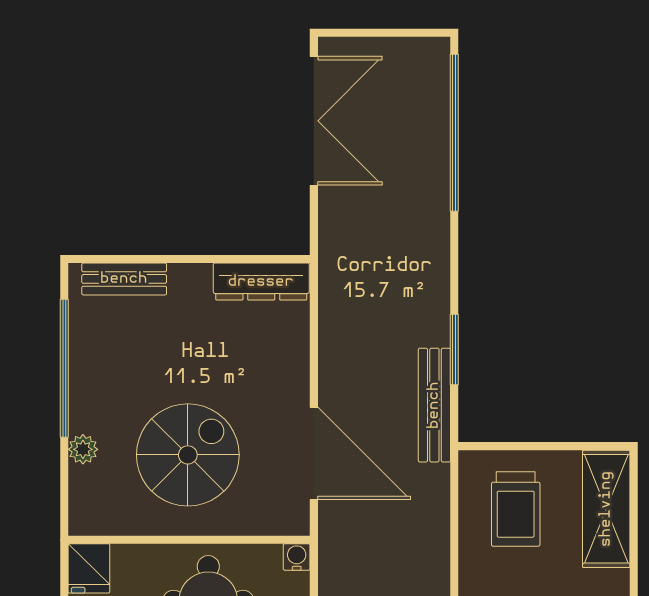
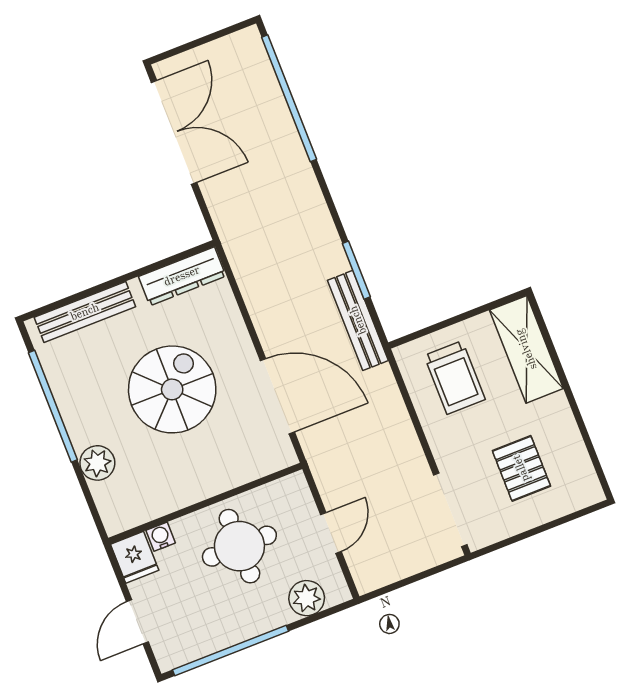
bench: (124, 279) -> (85, 312), width x1.36
plant: (83, 449) -> (97, 463), width x1.38, depth x1.38
spiral stairs: (188, 455) -> (172, 389), moved
water cooler: (297, 557) -> (161, 537), moved

